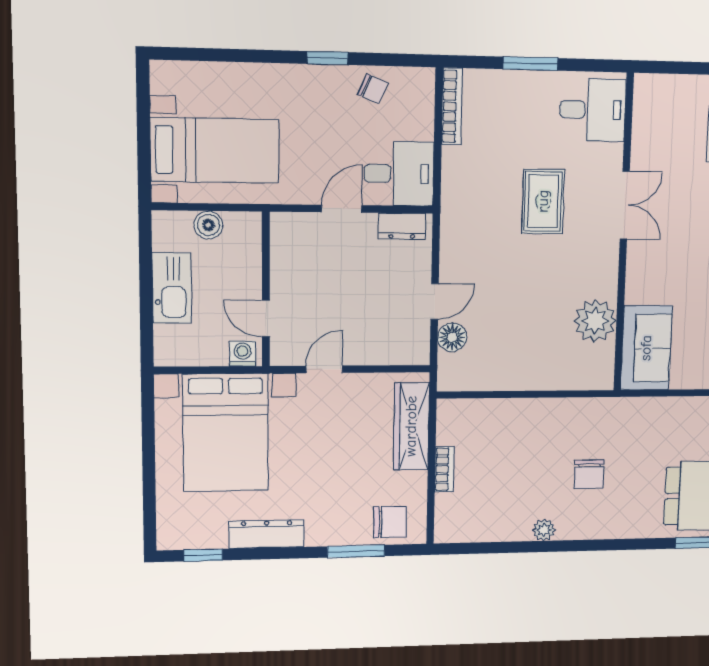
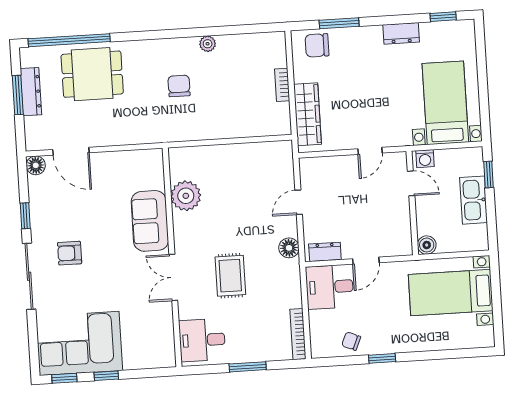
boiler: (208, 225) -> (427, 245), moved
window: (147, 325) -> (489, 174), added
floor lamp: (452, 337) -> (289, 248), moved
sofa: (646, 348) -> (150, 221), moved
bed with nightstands: (226, 433) -> (445, 103), width x0.73
dresser: (267, 534) -> (401, 33), width x0.70

